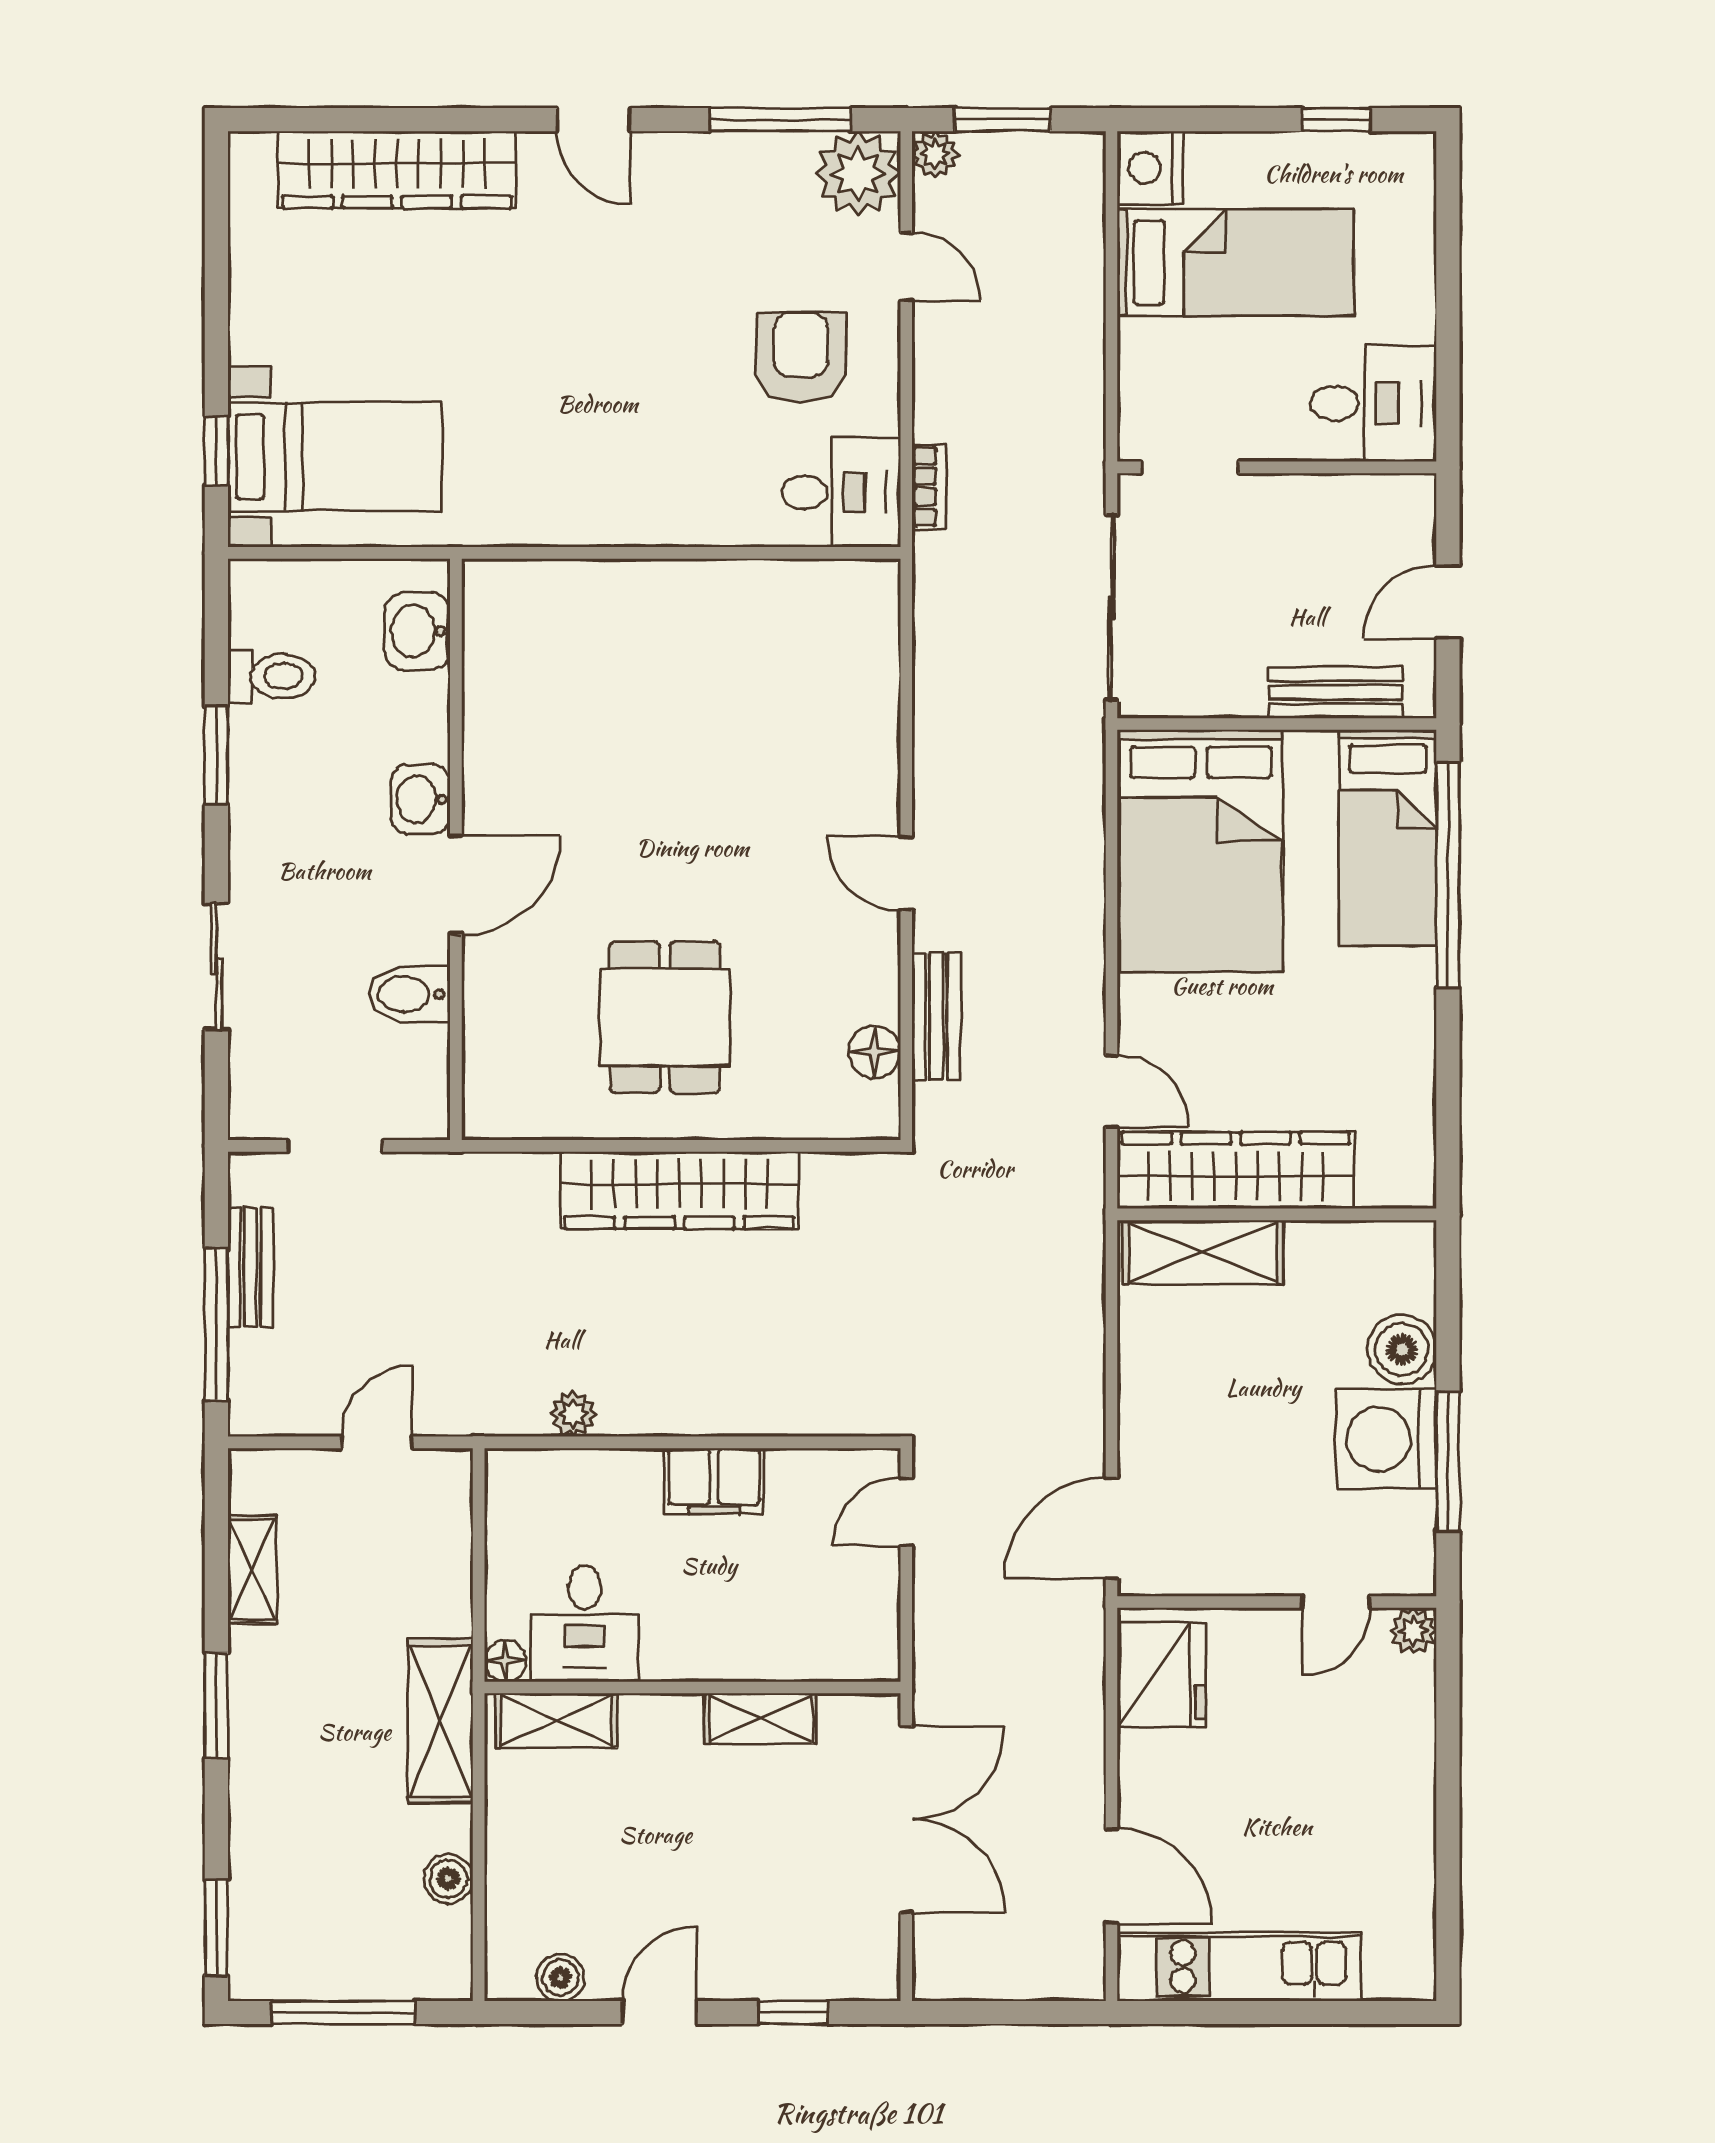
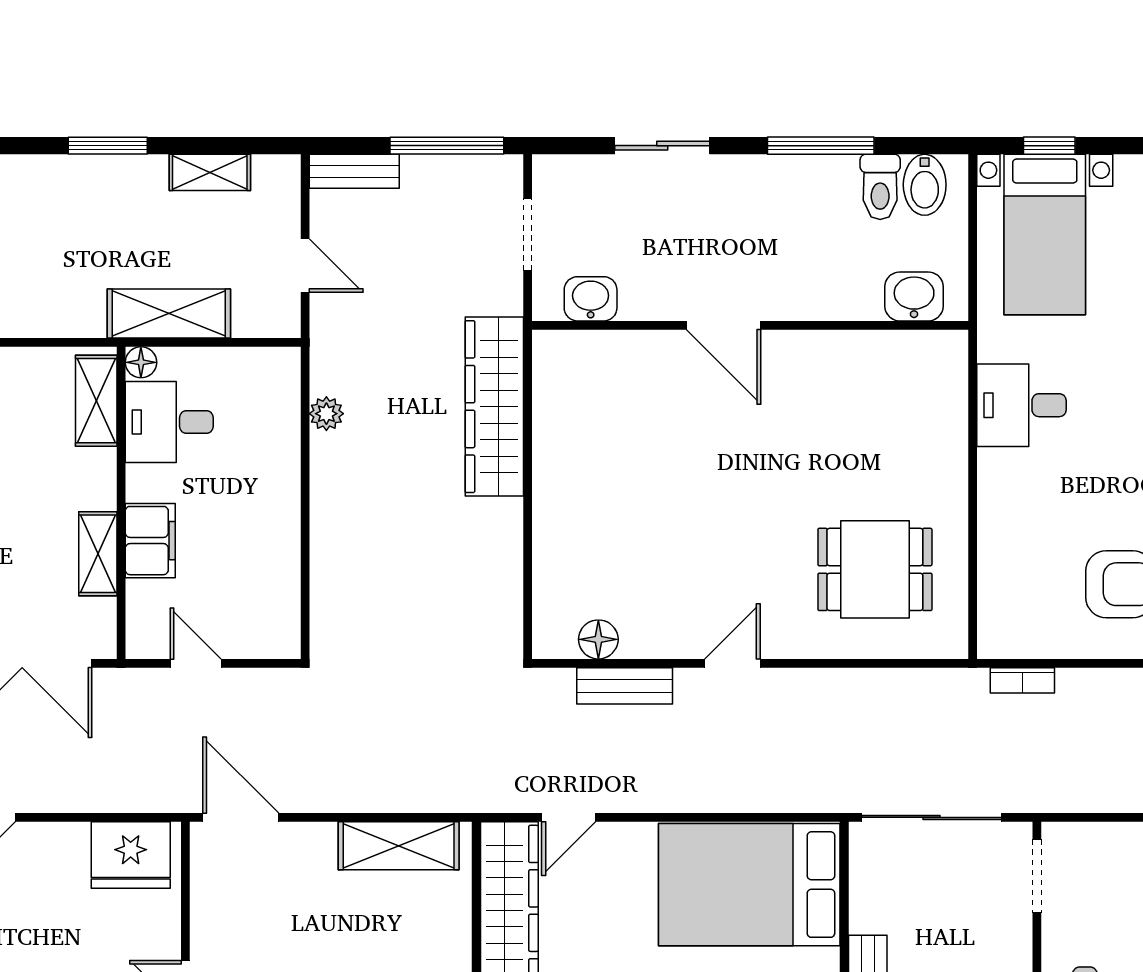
desk: (841, 492) -> (1021, 405), moved, turned 90
window: (216, 755) -> (821, 146), width x1.44
washbasin: (421, 799) -> (591, 299), moved
bidet: (409, 994) -> (925, 185), moved, turned 180
dining table: (665, 1017) -> (875, 569), moved
wardrobe: (679, 1190) -> (494, 407), moved
shelving: (1203, 1252) -> (399, 846), moved, turned 90
bench: (251, 1267) -> (354, 171), moved
window: (216, 1324) -> (447, 146), moved
filing cabinet: (714, 1481) -> (150, 541), moved, turned 180
door: (906, 1512) -> (196, 663), moved
shelving: (440, 1721) -> (169, 314), moved

